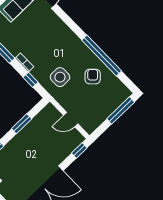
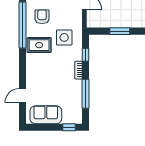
rug: (74, 52) -> (39, 45), added
armchair: (93, 77) -> (42, 17), turned 135

